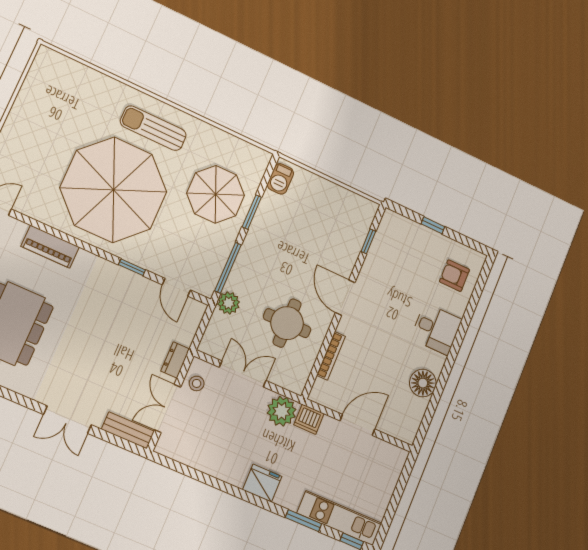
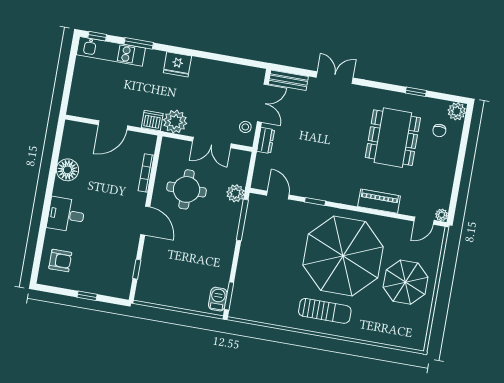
parasol: (216, 194) -> (406, 282), moved
window: (252, 212) -> (229, 296), moved

